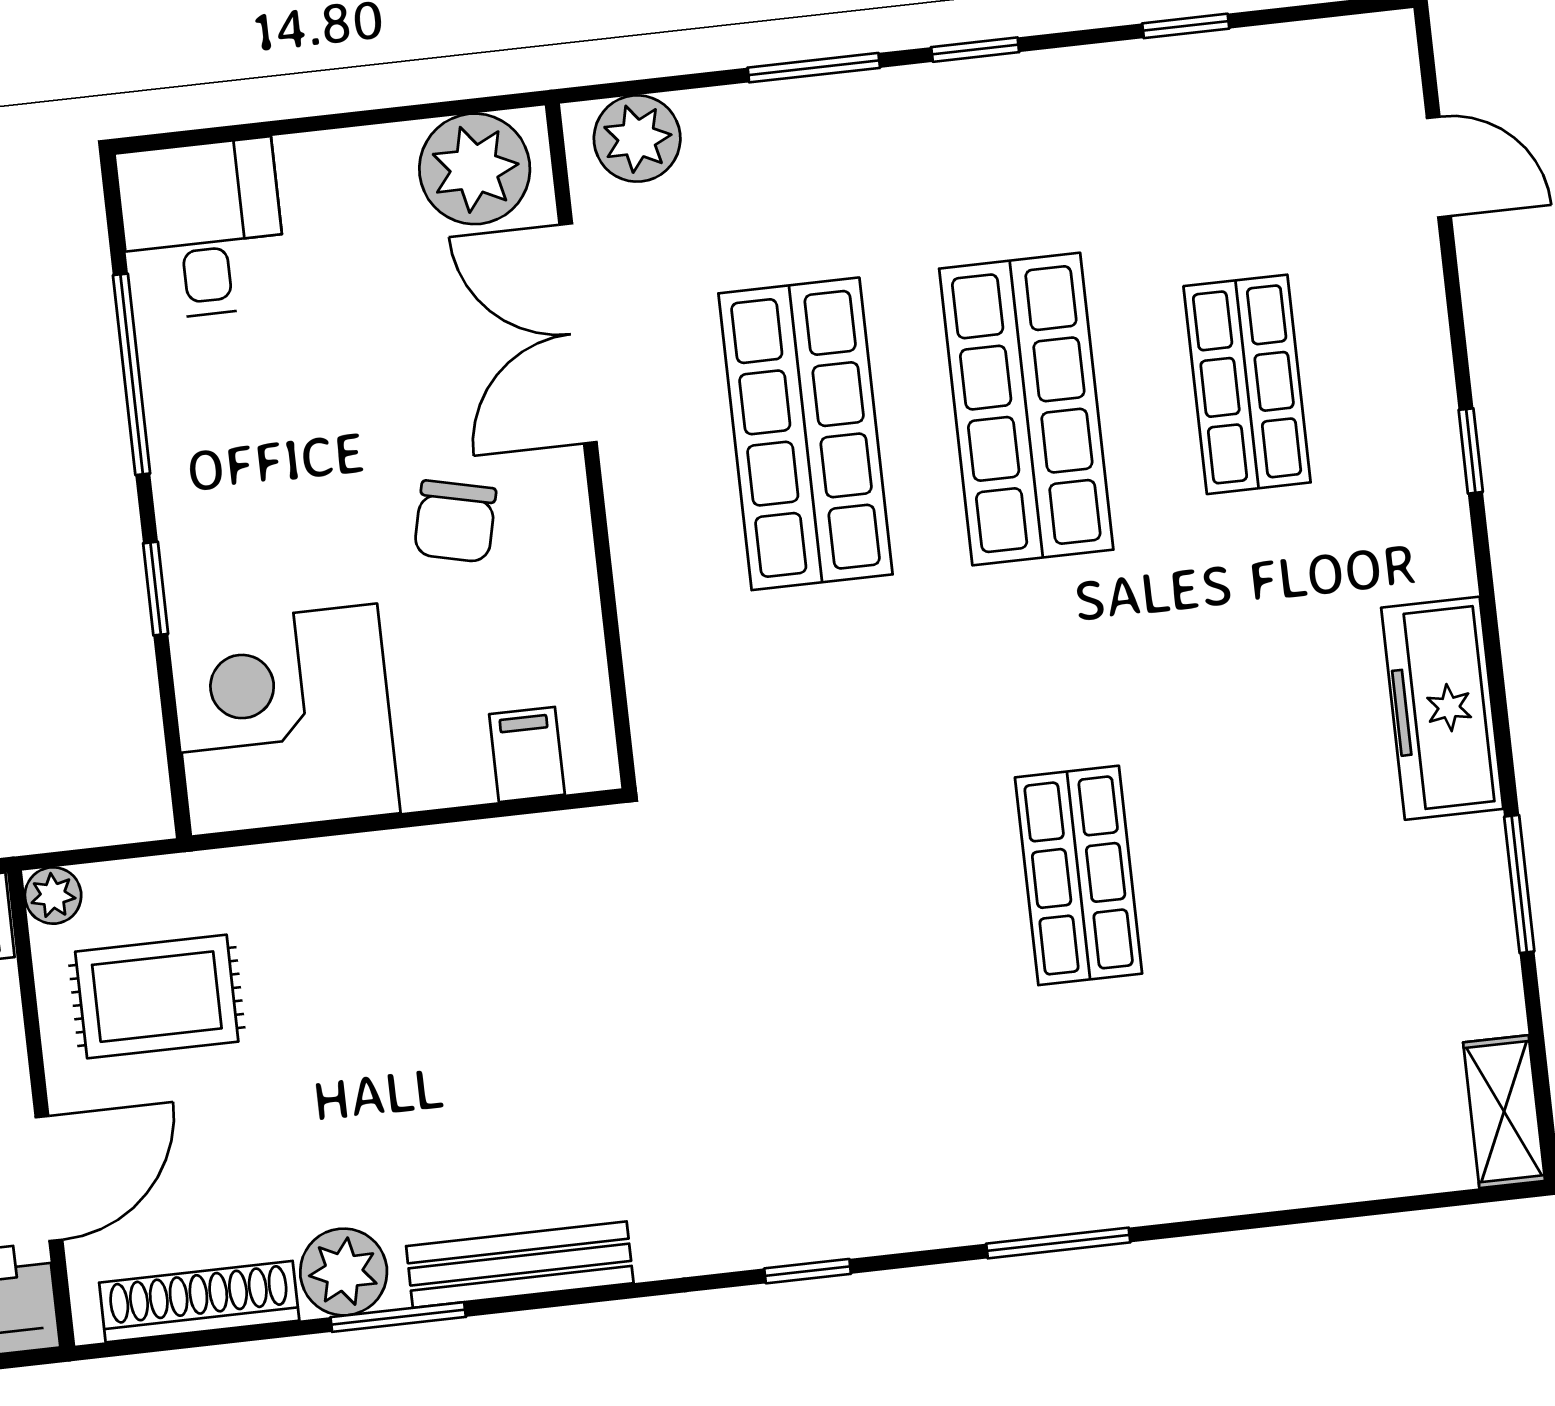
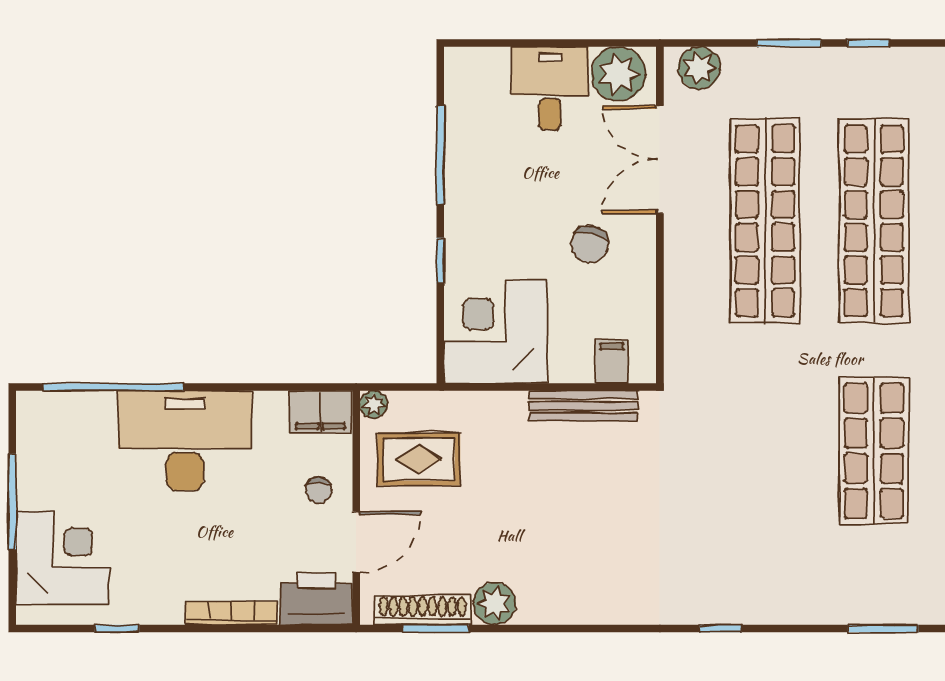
desk: (202, 229) -> (550, 88), moved
shop shelf: (1026, 409) -> (874, 221), width x1.40
shop shelf: (805, 434) -> (765, 221), width x1.40
shop shelf: (1079, 875) -> (874, 451), width x1.43, depth x1.36
window: (1058, 1243) -> (883, 628), moved
bench: (520, 1265) -> (583, 406), moved
window: (398, 1317) -> (436, 628), moved

